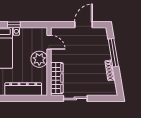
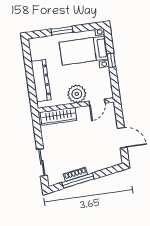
window: (113, 53) -> (78, 181), moved
sliding door: (75, 98) -> (42, 162), moved

